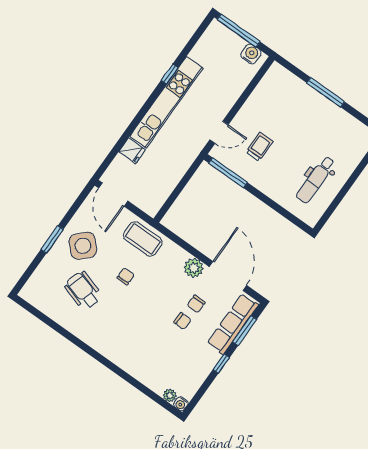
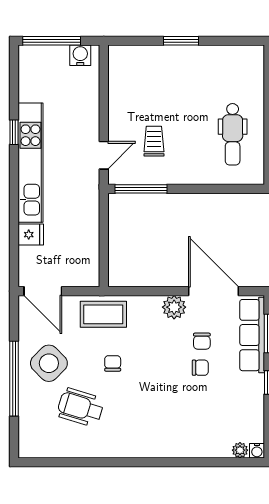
window: (326, 92) -> (181, 41), width x0.69
window: (52, 239) -> (14, 379), width x2.11

